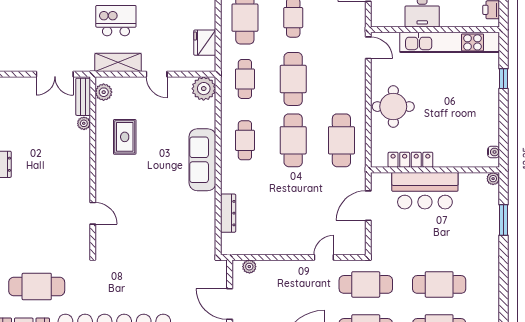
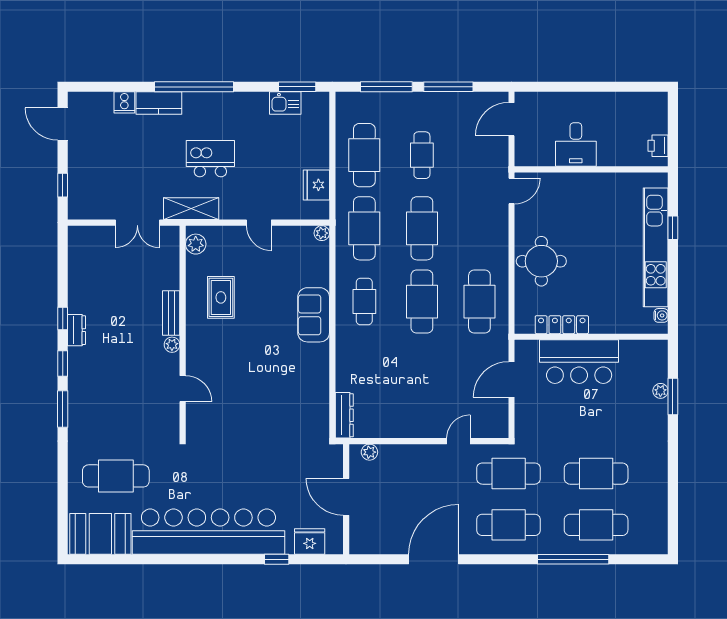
kitchen unit: (450, 42) -> (656, 247), moved, turned 90
door: (368, 48) -> (511, 191), hinge flipped
shelving: (118, 62) -> (191, 209), moved
cafe table: (245, 79) -> (364, 228), width x1.37, depth x1.35
plant: (204, 89) -> (322, 233), width x0.53, depth x0.53
bench: (83, 97) -> (171, 313), moved
plant: (84, 123) -> (172, 345), moved
sofa: (202, 160) -> (314, 315), width x0.73
plant: (493, 179) -> (660, 391), moved
dresser: (228, 213) -> (344, 415), moved

